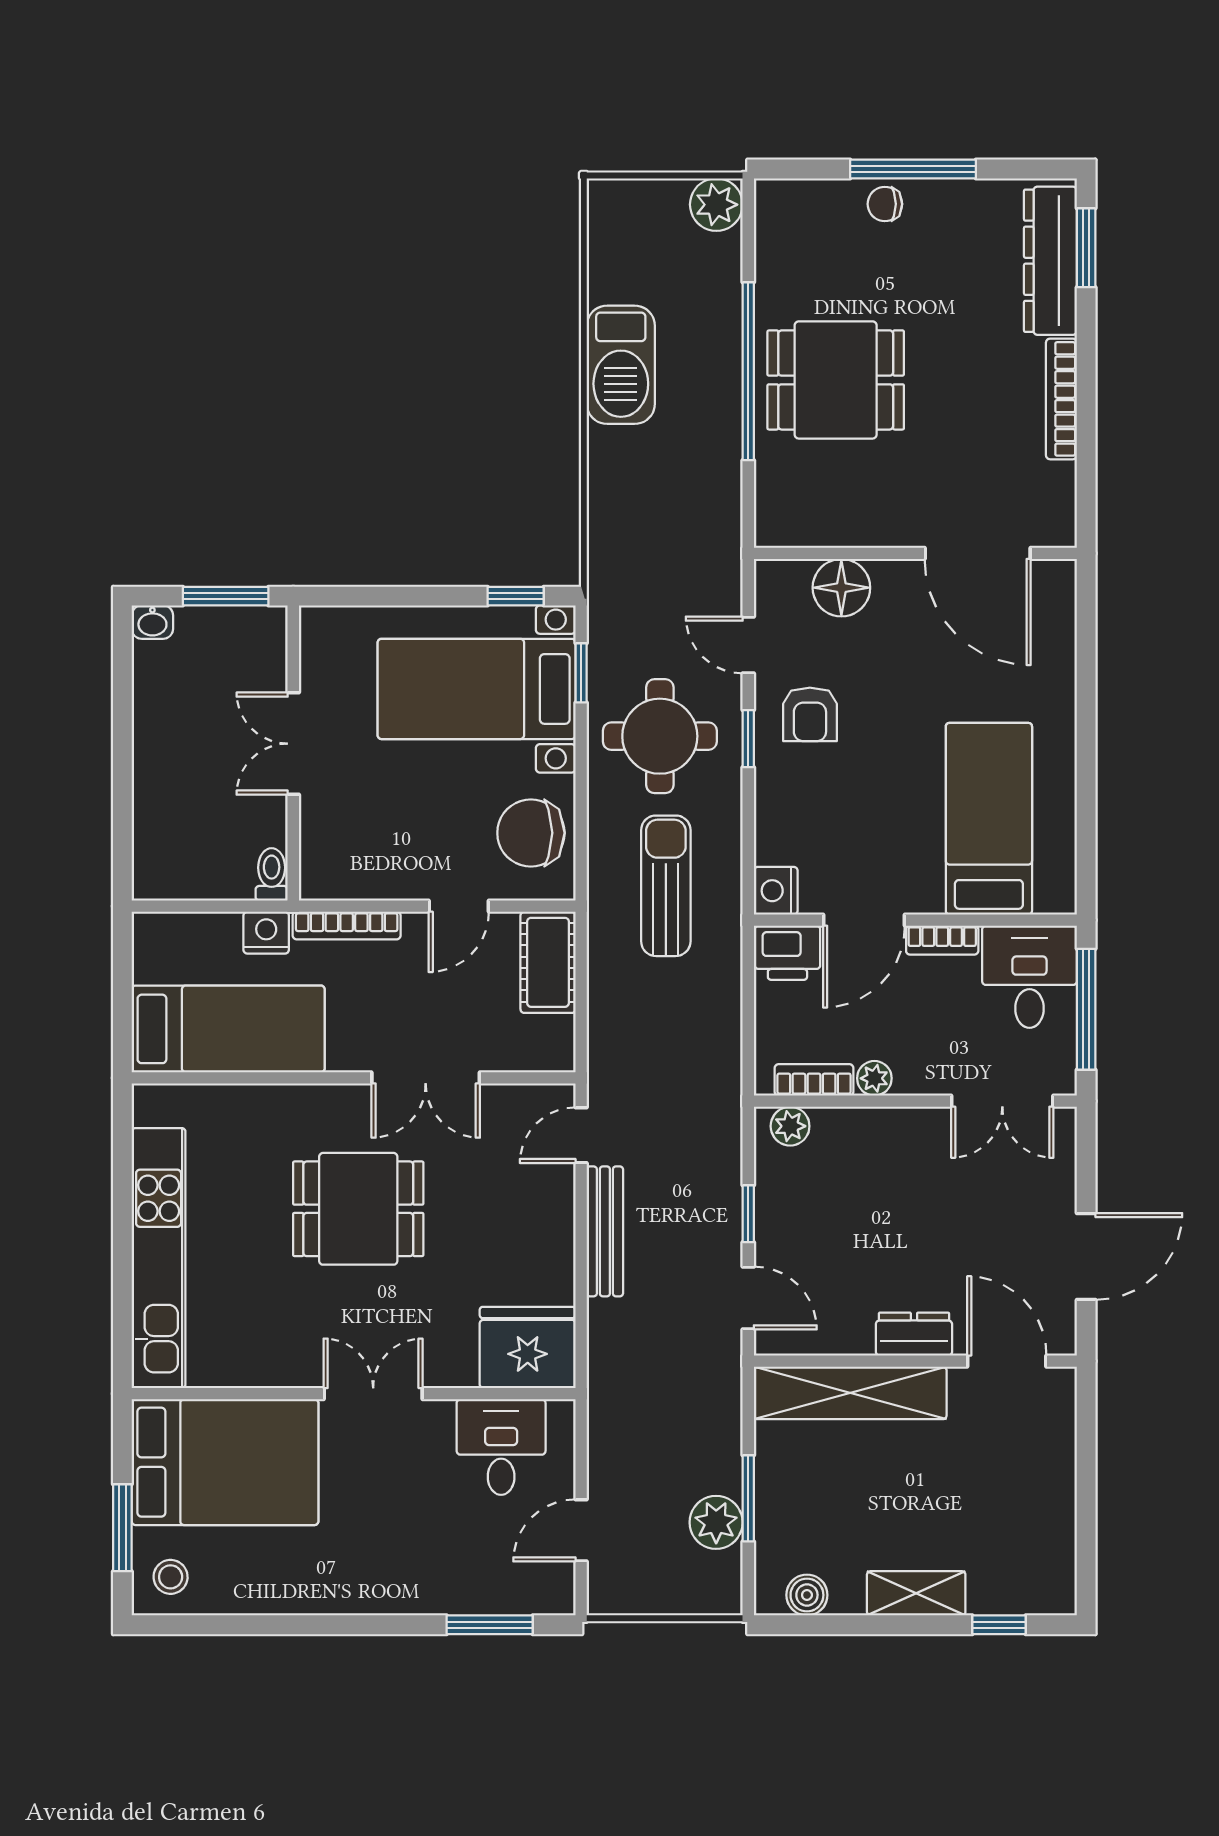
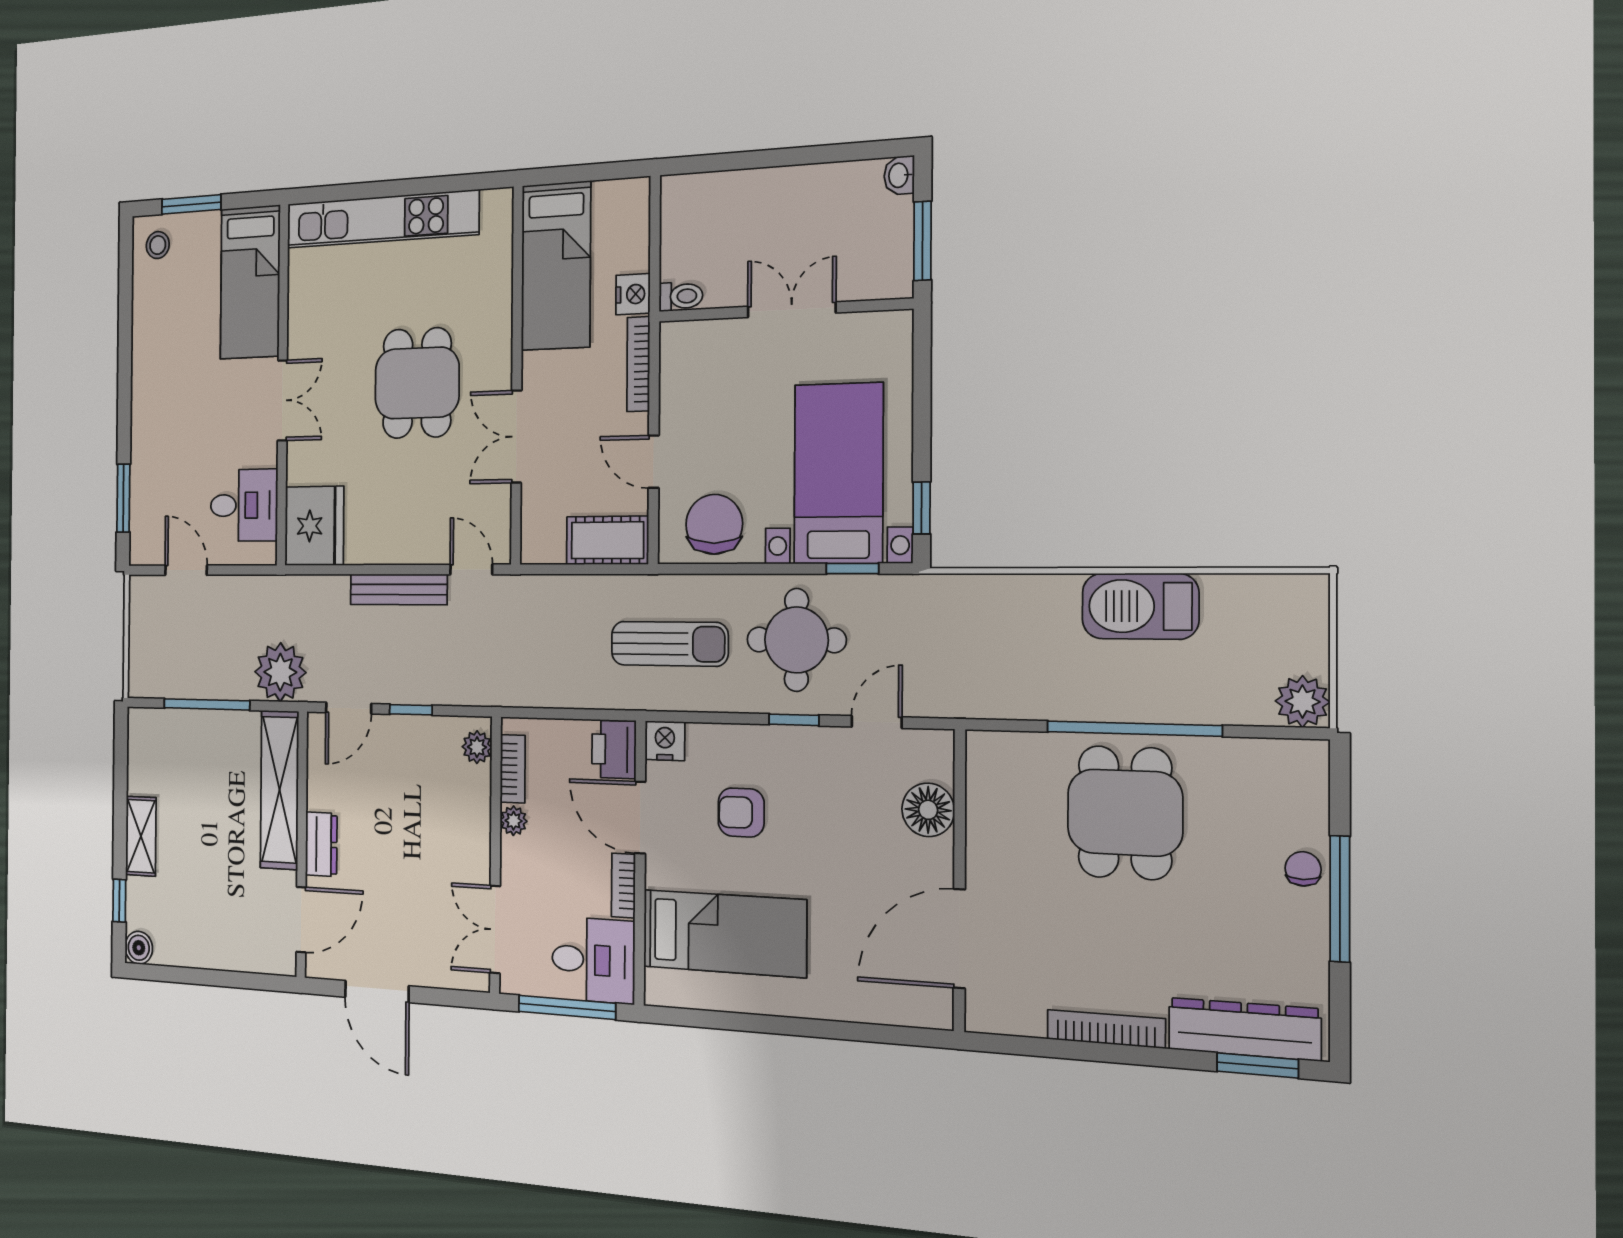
armchair: (810, 714) -> (741, 812), moved
bed: (225, 1462) -> (250, 282), width x0.67
window: (748, 1498) -> (207, 704), width x1.44
plant: (716, 1522) -> (280, 672), moved, width x1.36, depth x1.36
boiler: (807, 1595) -> (139, 948), moved

